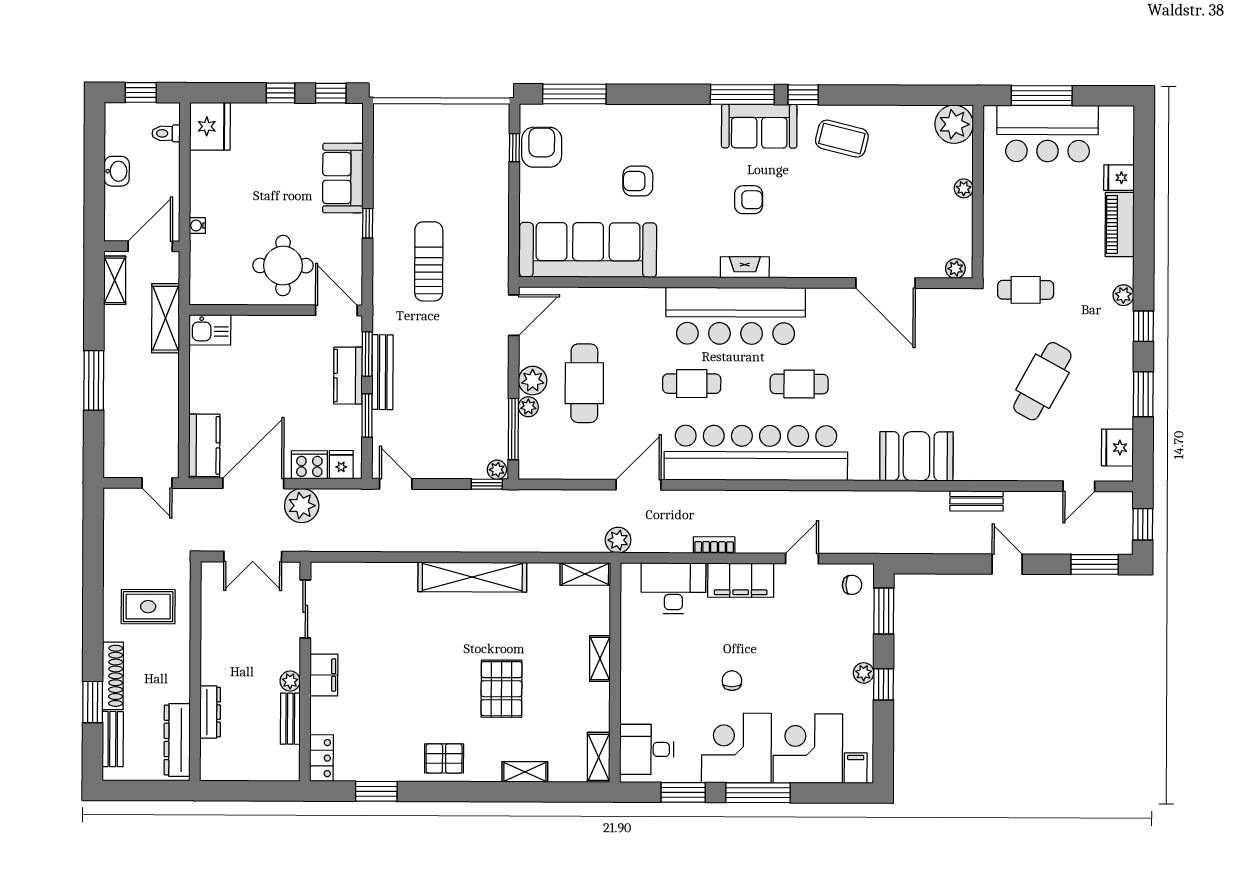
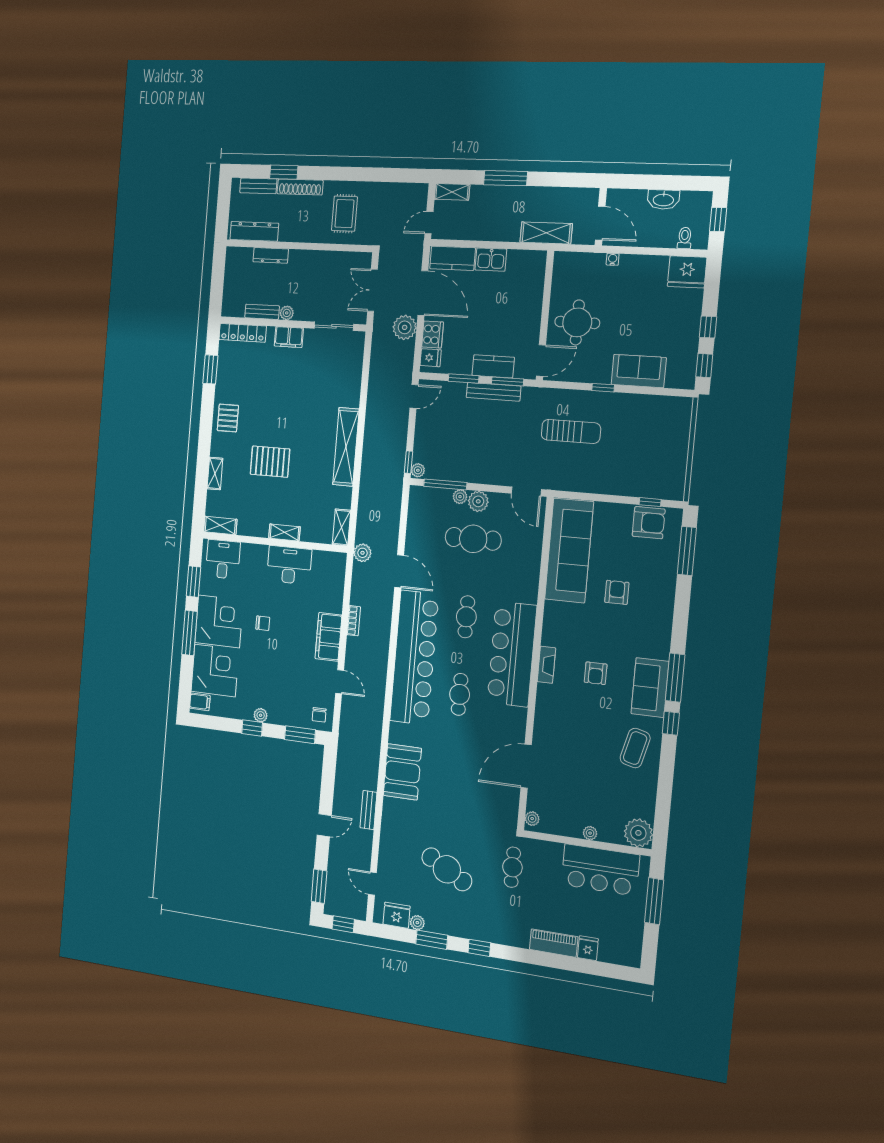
bar counter: (1048, 134) -> (600, 870), moved, turned -90
washbasin: (117, 171) -> (663, 199), width x1.38
shelving: (115, 280) -> (452, 192), moved
plant: (1123, 295) -> (417, 923), moved
kitchen sink: (210, 330) -> (491, 260), moved, turned -90
desk: (673, 588) -> (289, 565), moved, turned -90
locker: (321, 758) -> (243, 333), width x1.53

